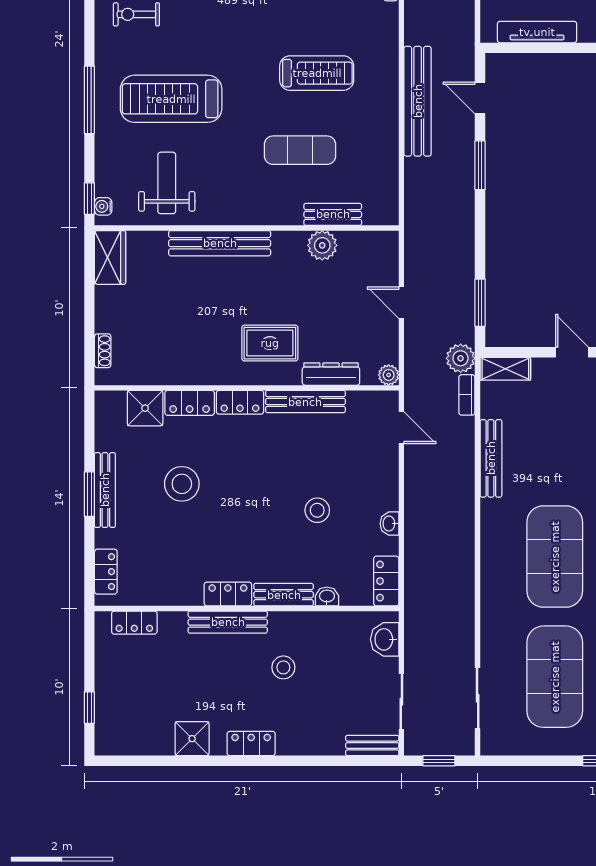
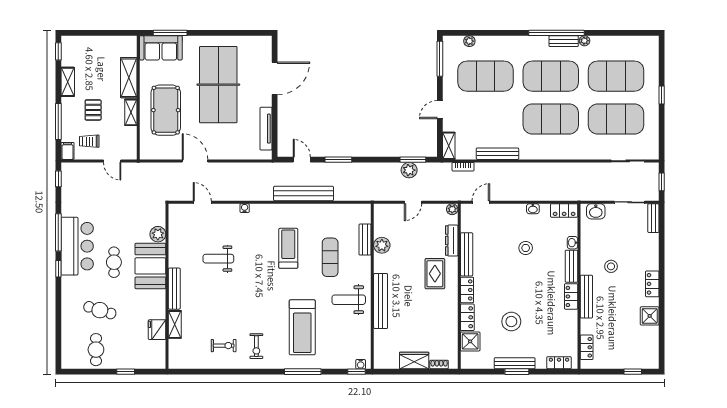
door: (480, 98) -> (302, 160), swing flipped
weight bench: (167, 183) -> (349, 300), moved
wardrobe: (110, 257) -> (414, 360), moved
plant: (461, 358) -> (409, 170), moved

